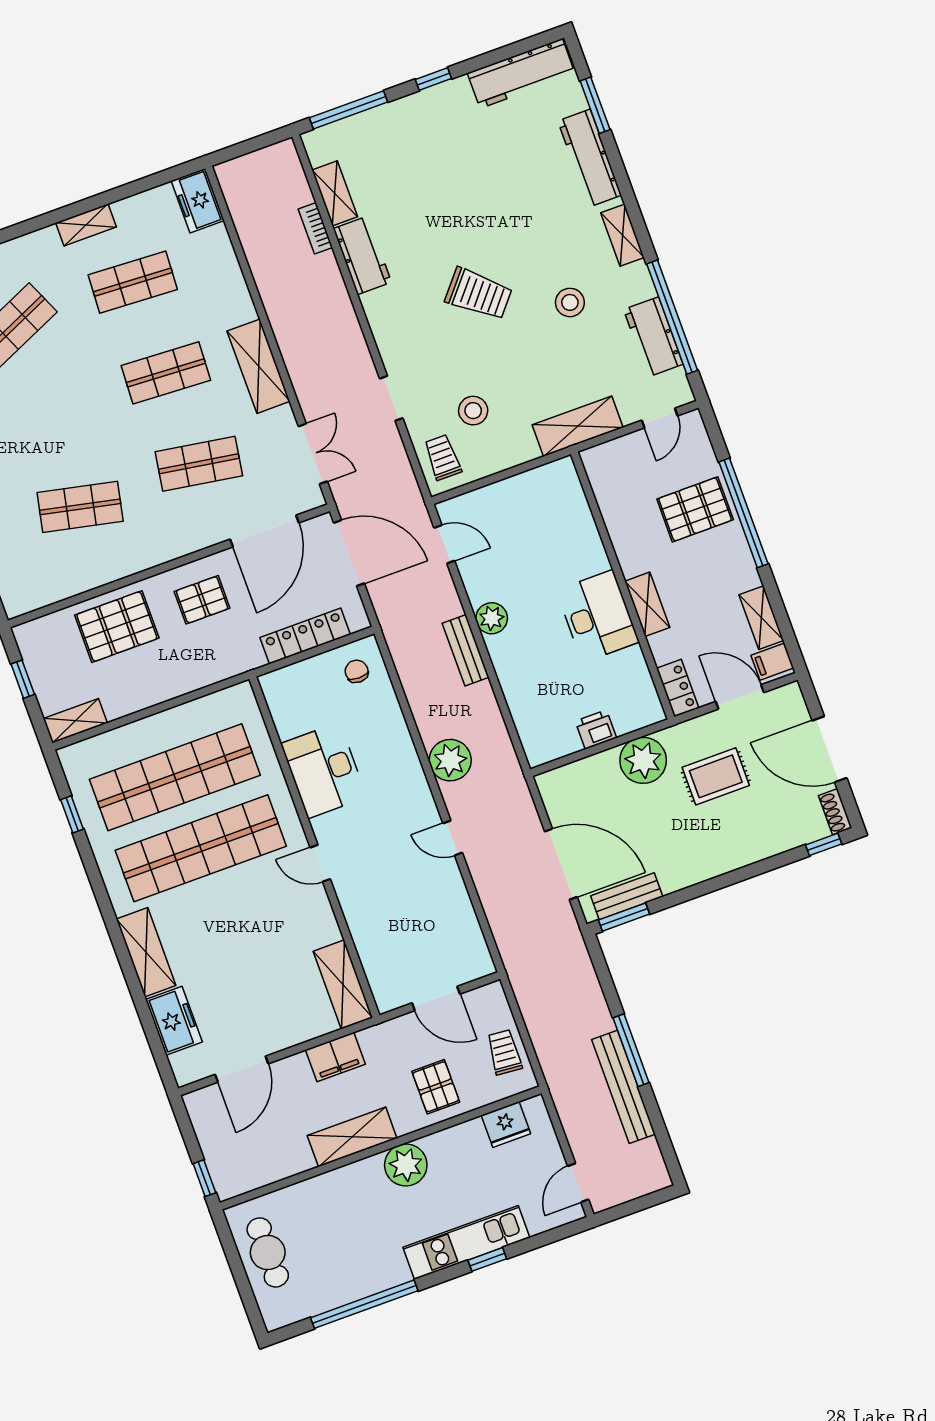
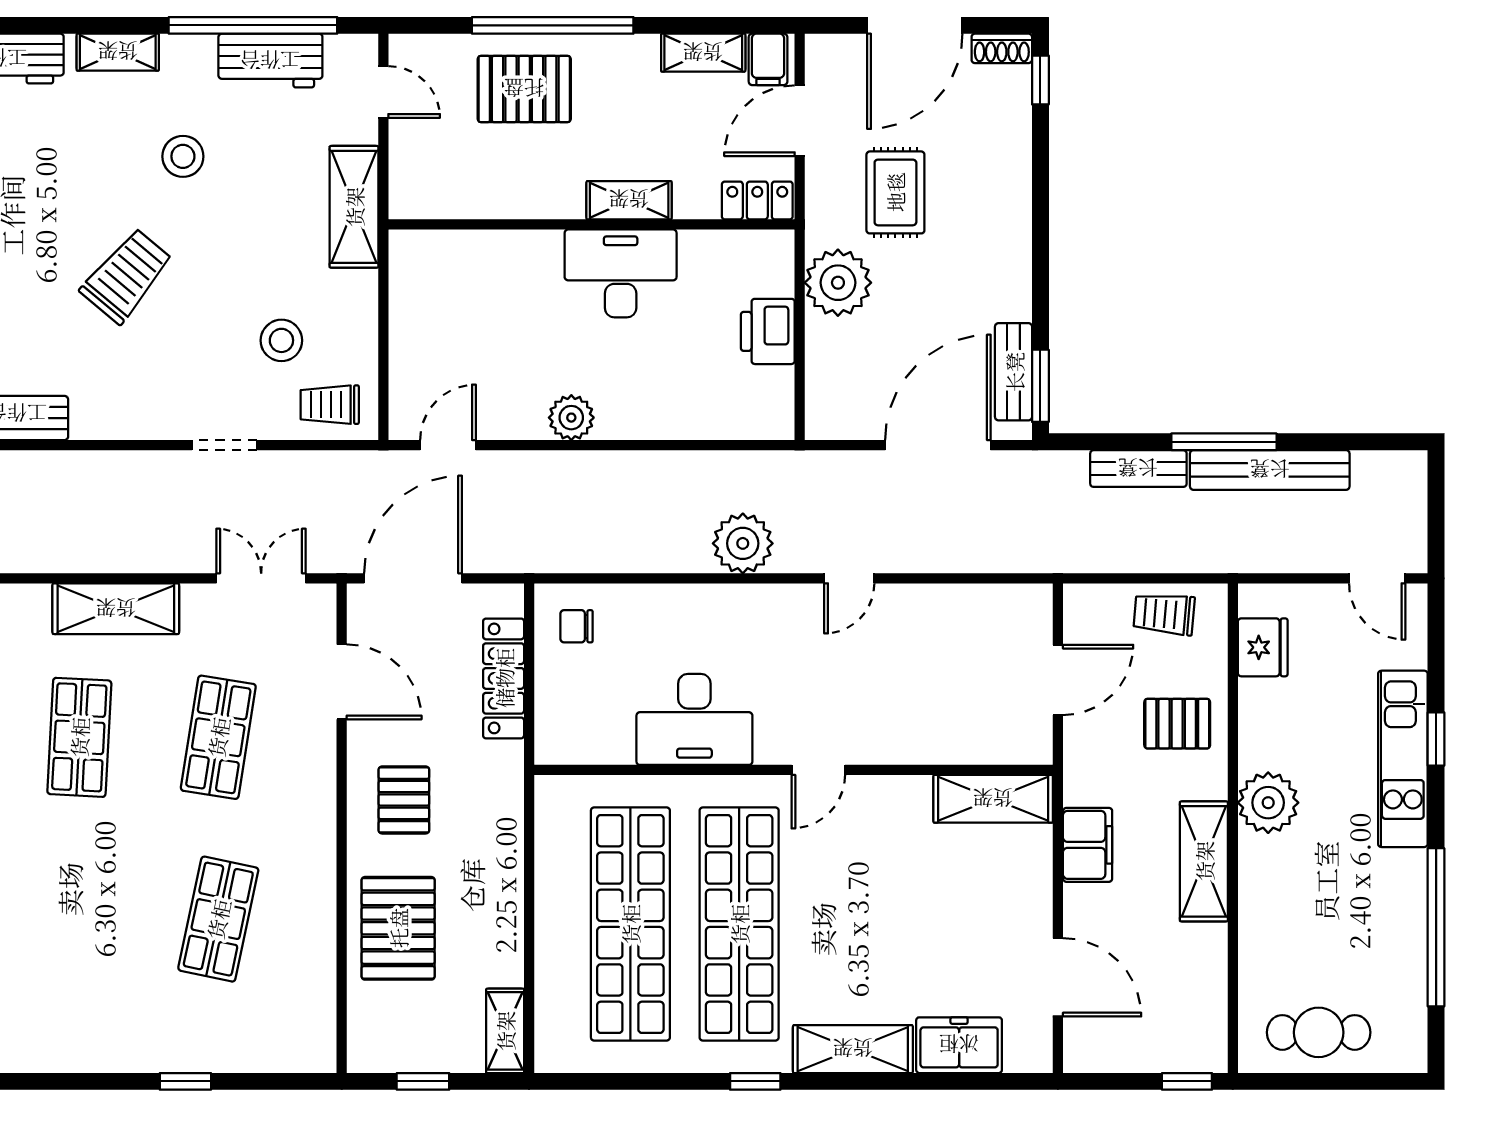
pallet: (695, 509) -> (524, 89), turned 90
door: (264, 531) -> (342, 682), width x0.73
bench: (466, 650) -> (1138, 469), moved
printer: (596, 729) -> (768, 331), width x1.36, depth x1.24
window: (72, 814) -> (755, 1081), moved

